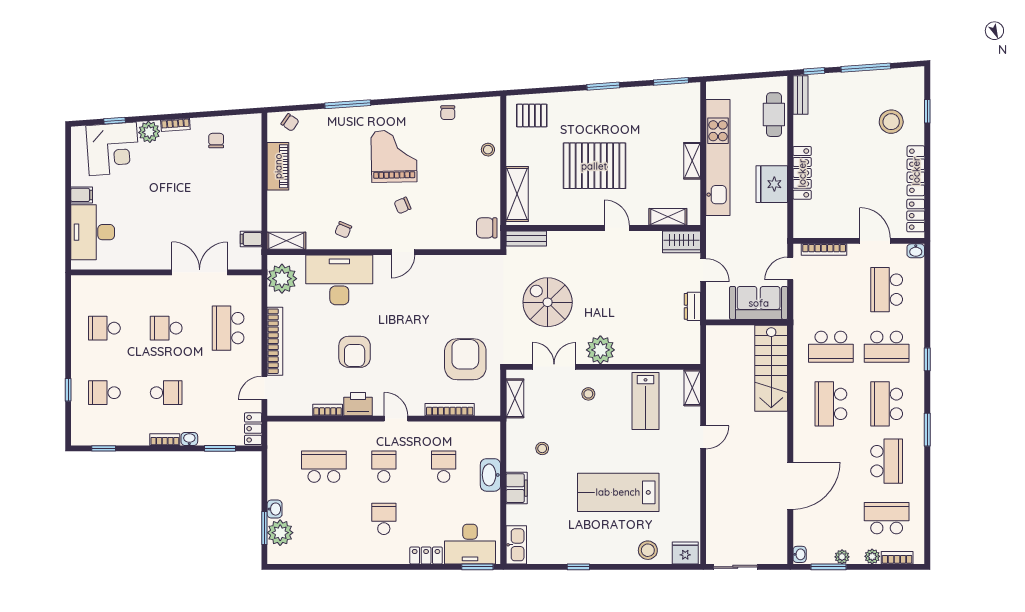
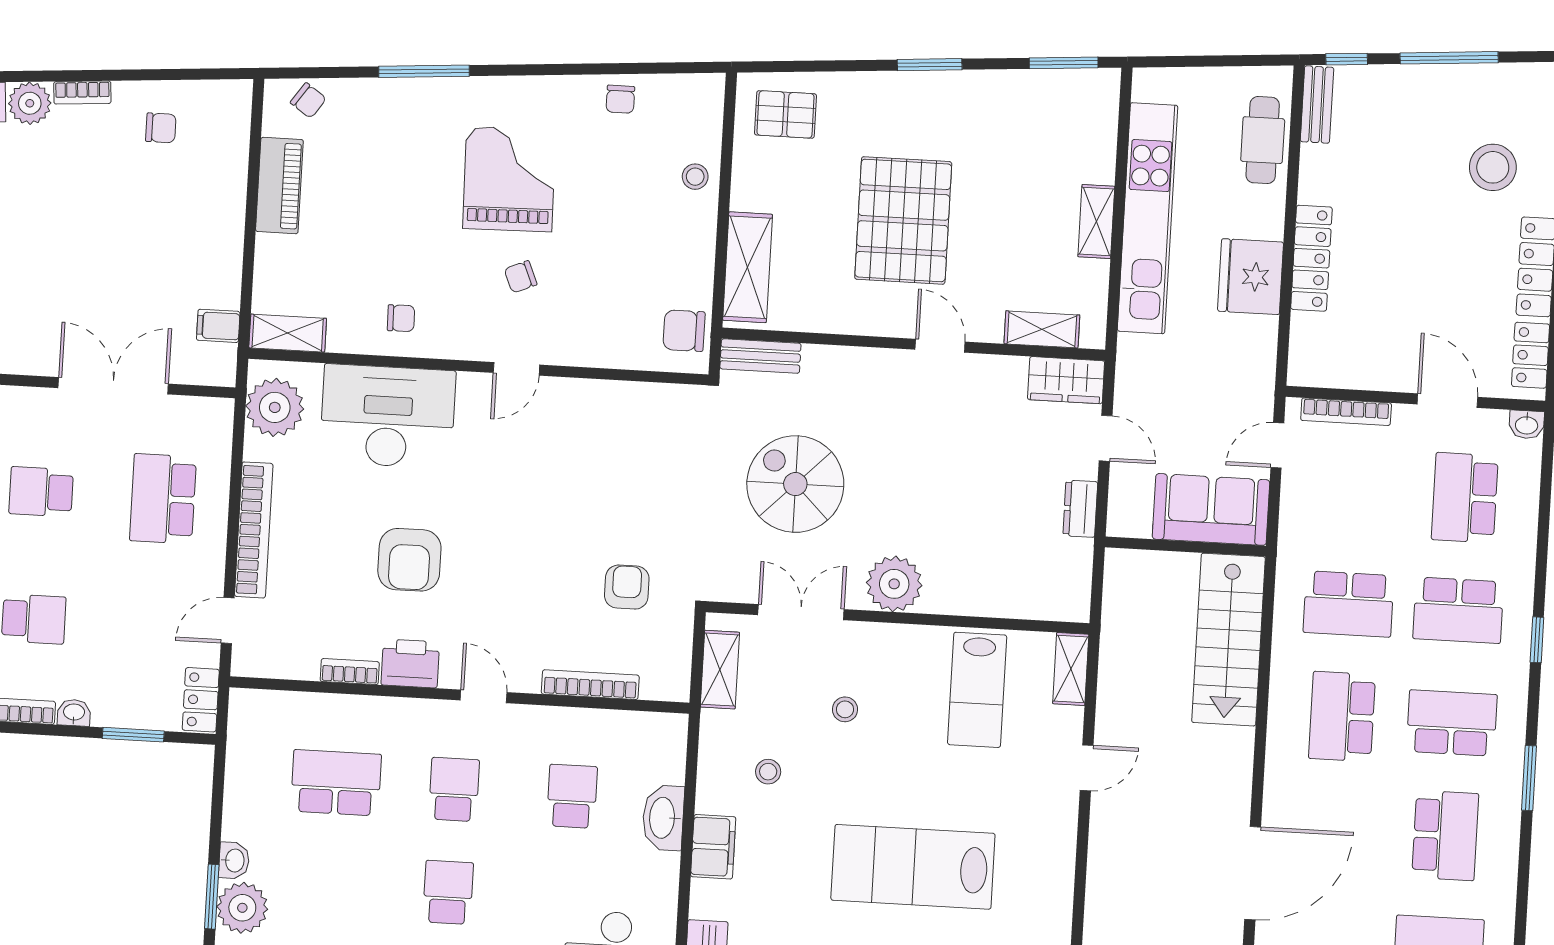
chair: (216, 141) -> (161, 128), turned 90
pallet: (594, 166) -> (903, 220), turned 90
chair: (343, 230) -> (401, 318), turned -114
armchair: (465, 359) -> (627, 587), width x0.53, depth x0.53
stool: (588, 394) -> (845, 709), moved
school desk: (887, 404) -> (1452, 723), turned 90

